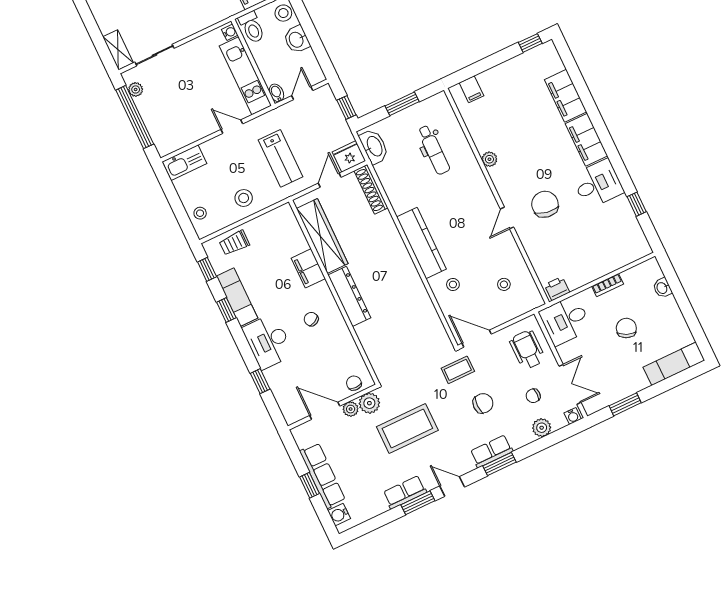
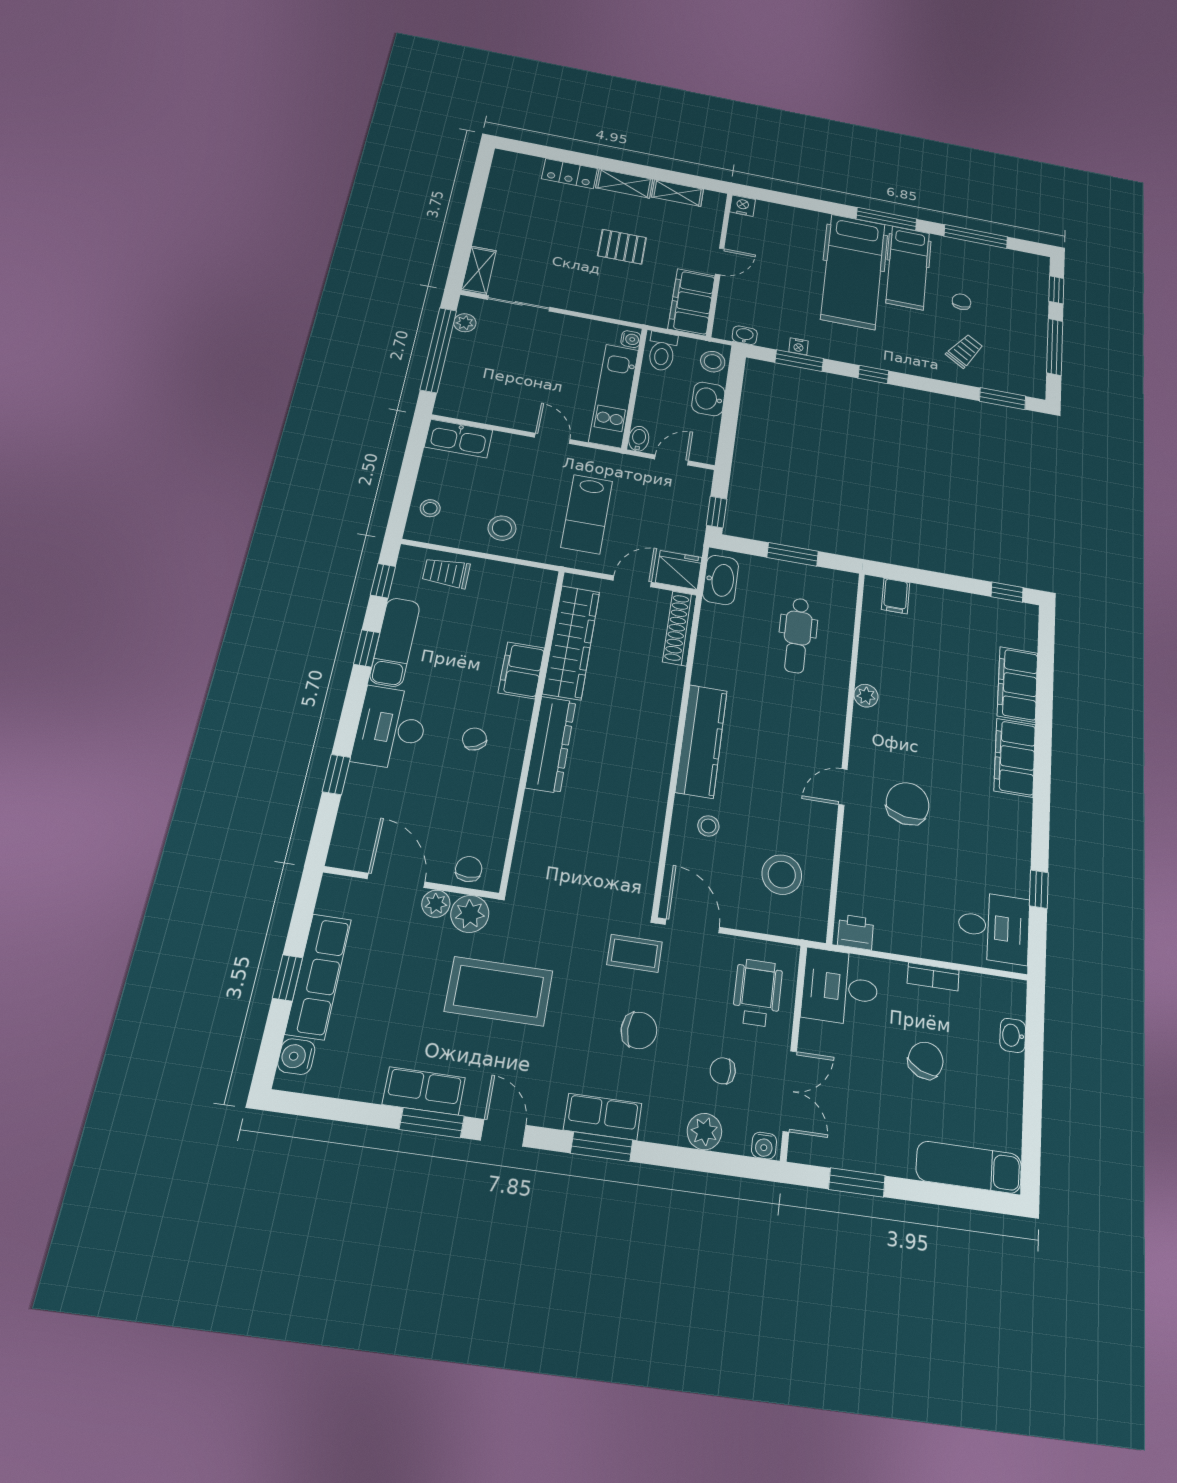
desk: (598, 184) -> (994, 927), moved
stool: (504, 284) -> (782, 875), width x1.89, depth x1.89

